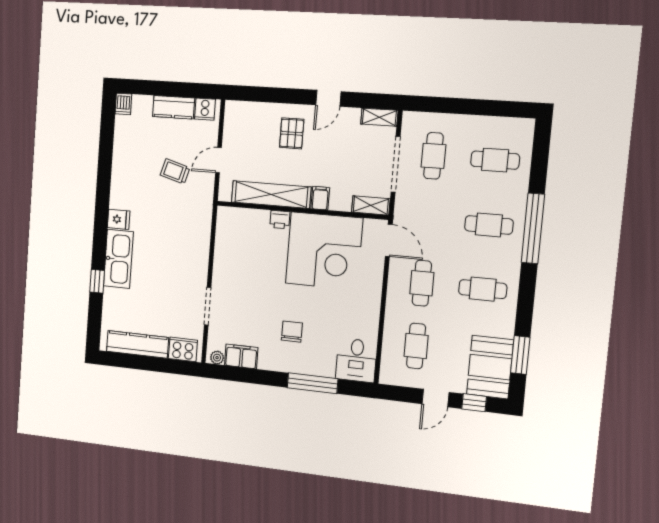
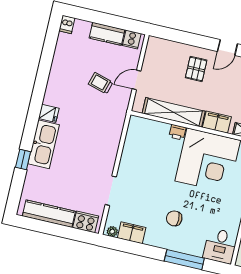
filing cabinet: (320, 198) -> (217, 122), width x2.00
chair: (292, 332) -> (174, 218), turned -90

